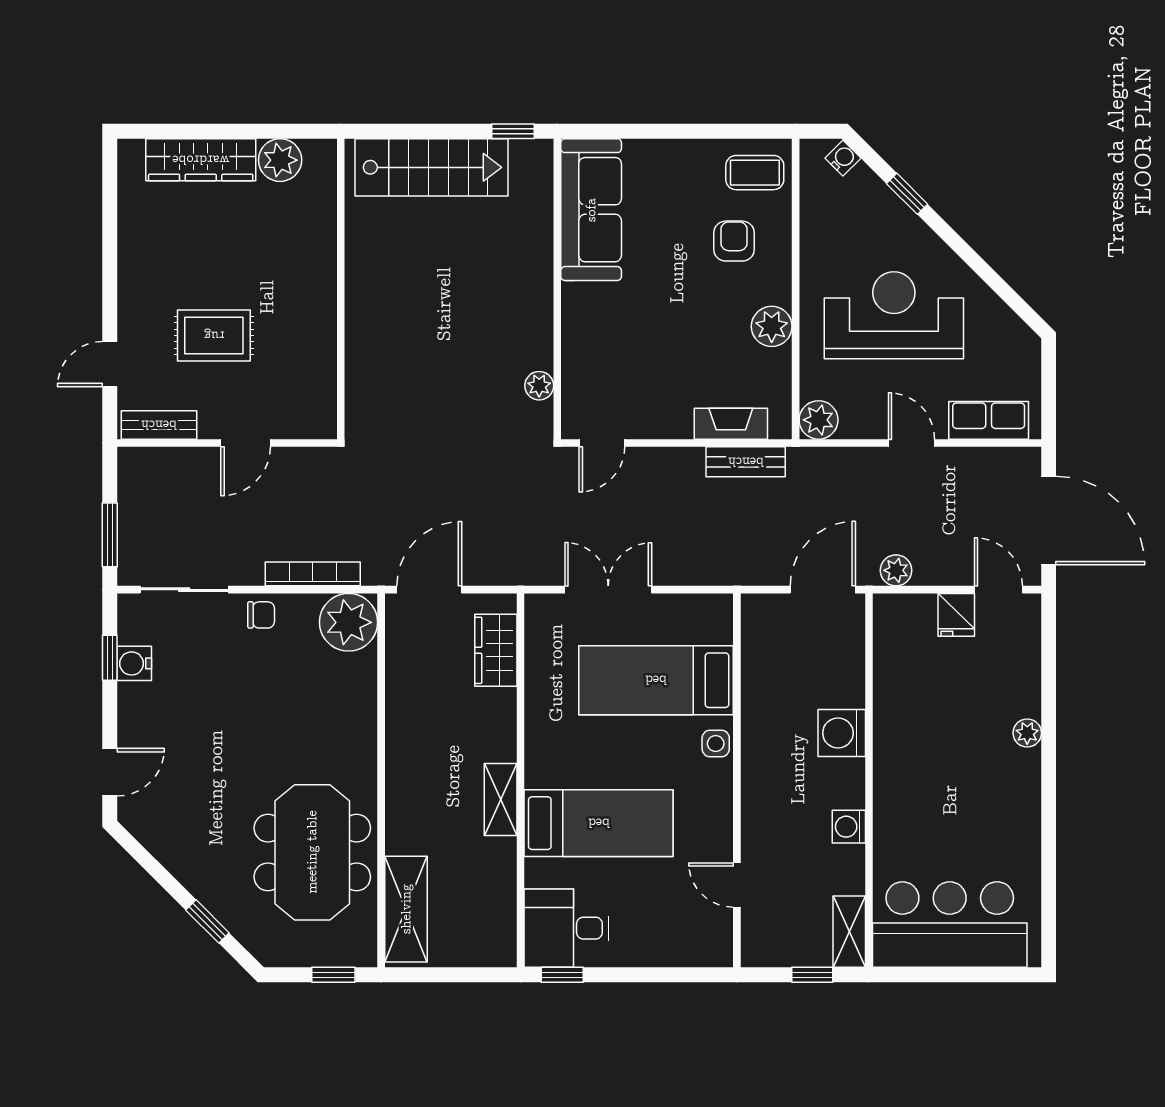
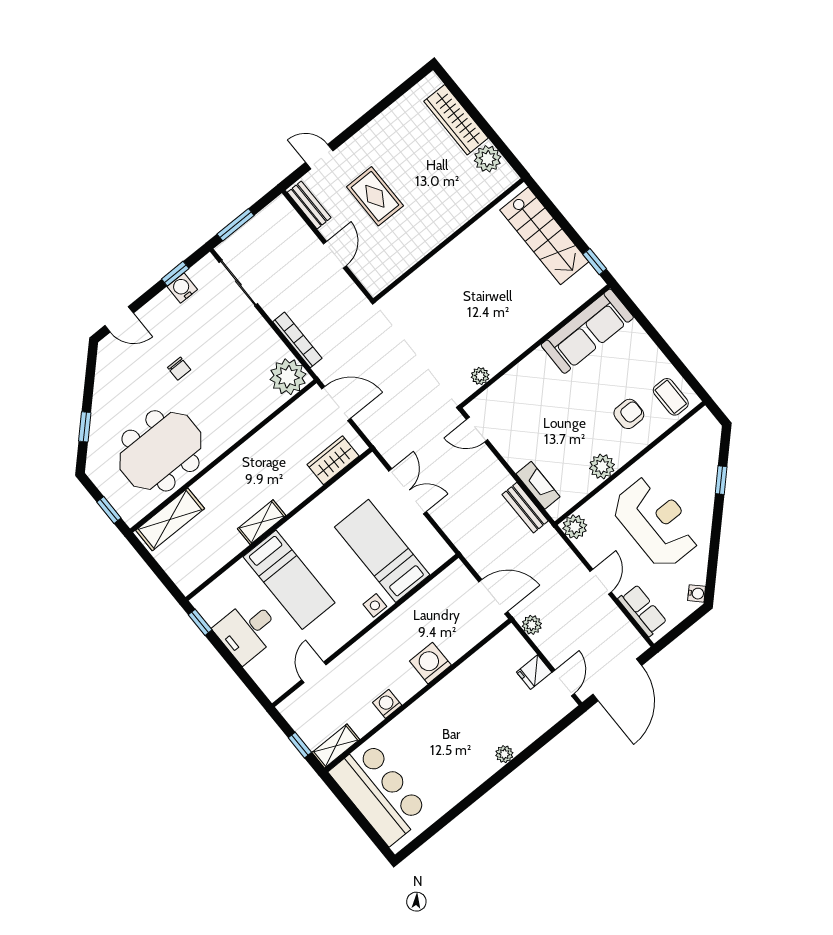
water cooler: (843, 158) -> (697, 593), moved
door: (246, 443) -> (335, 255), swing flipped
chair: (261, 615) -> (179, 369), moved
desk: (567, 928) -> (247, 631), moved, turned -90

